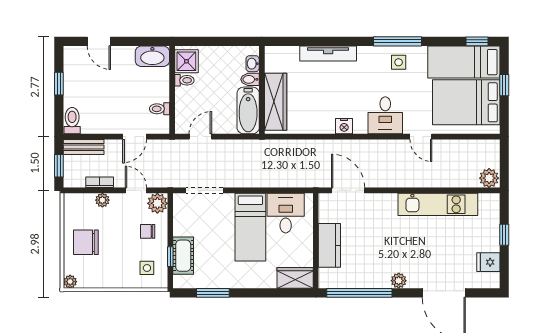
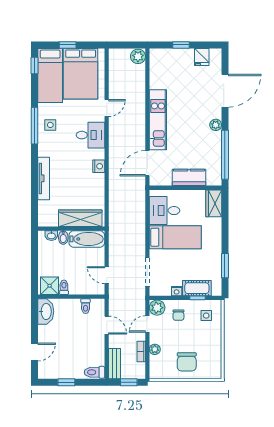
kitchen unit: (438, 204) -> (158, 120), moved
nightstand: (179, 229) -> (177, 291), added
plant: (70, 282) -> (216, 374), removed

